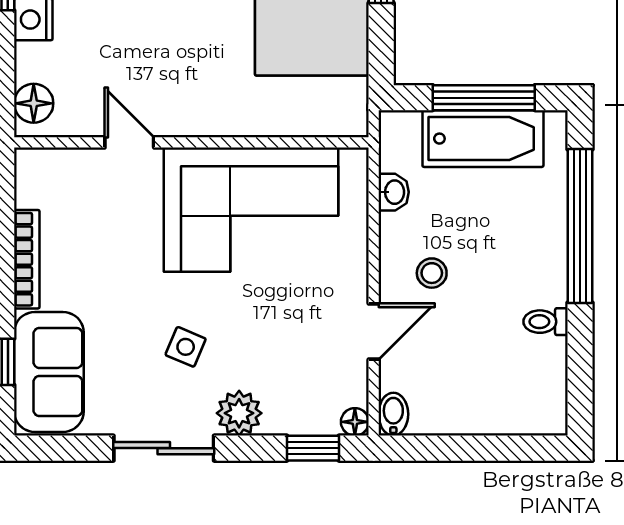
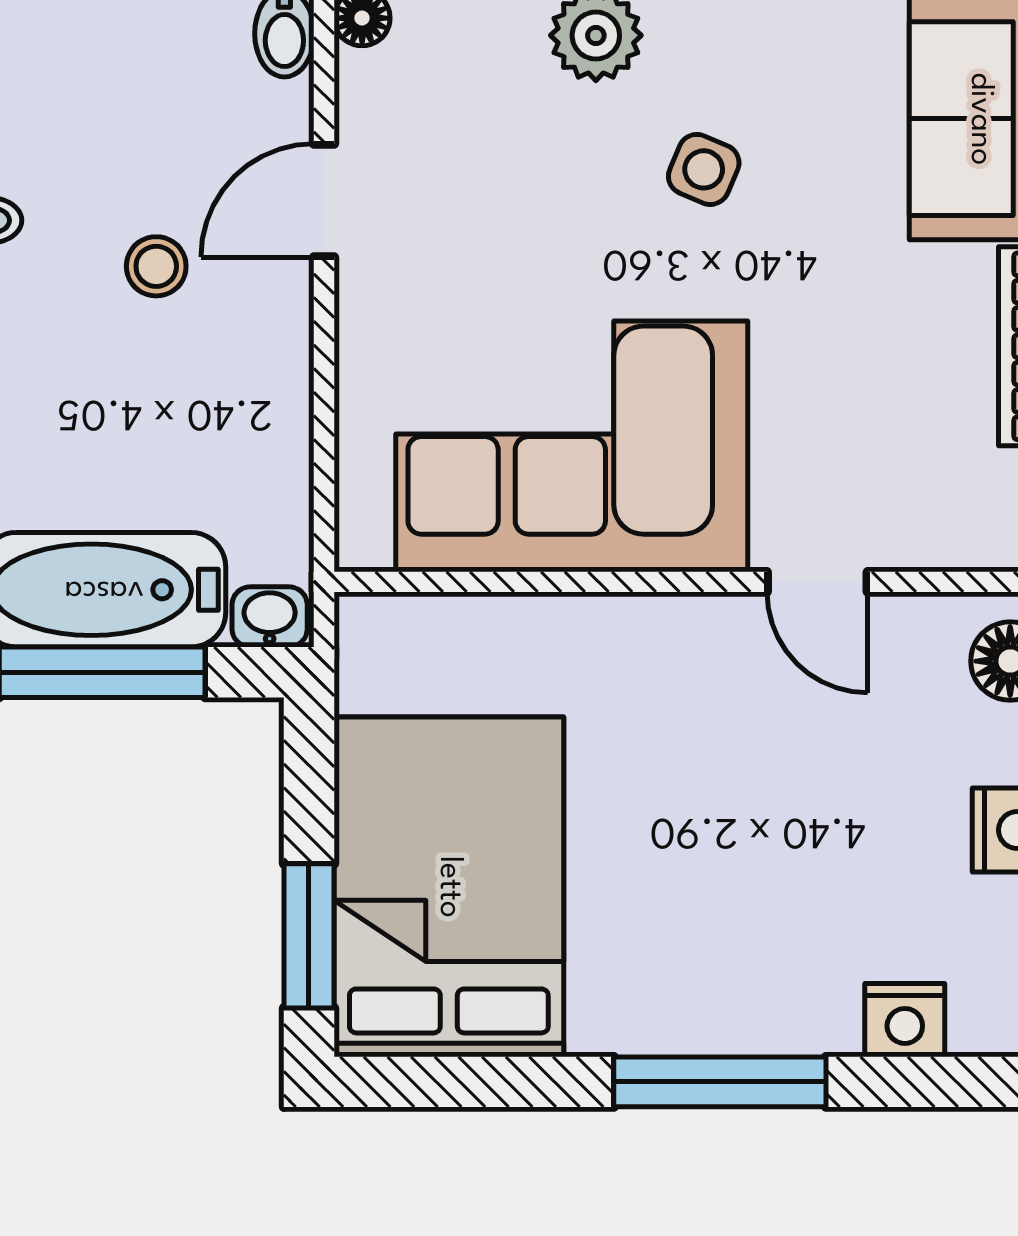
washbasin: (394, 192) -> (270, 617), moved, turned 90
stool: (432, 273) -> (156, 266), moved

